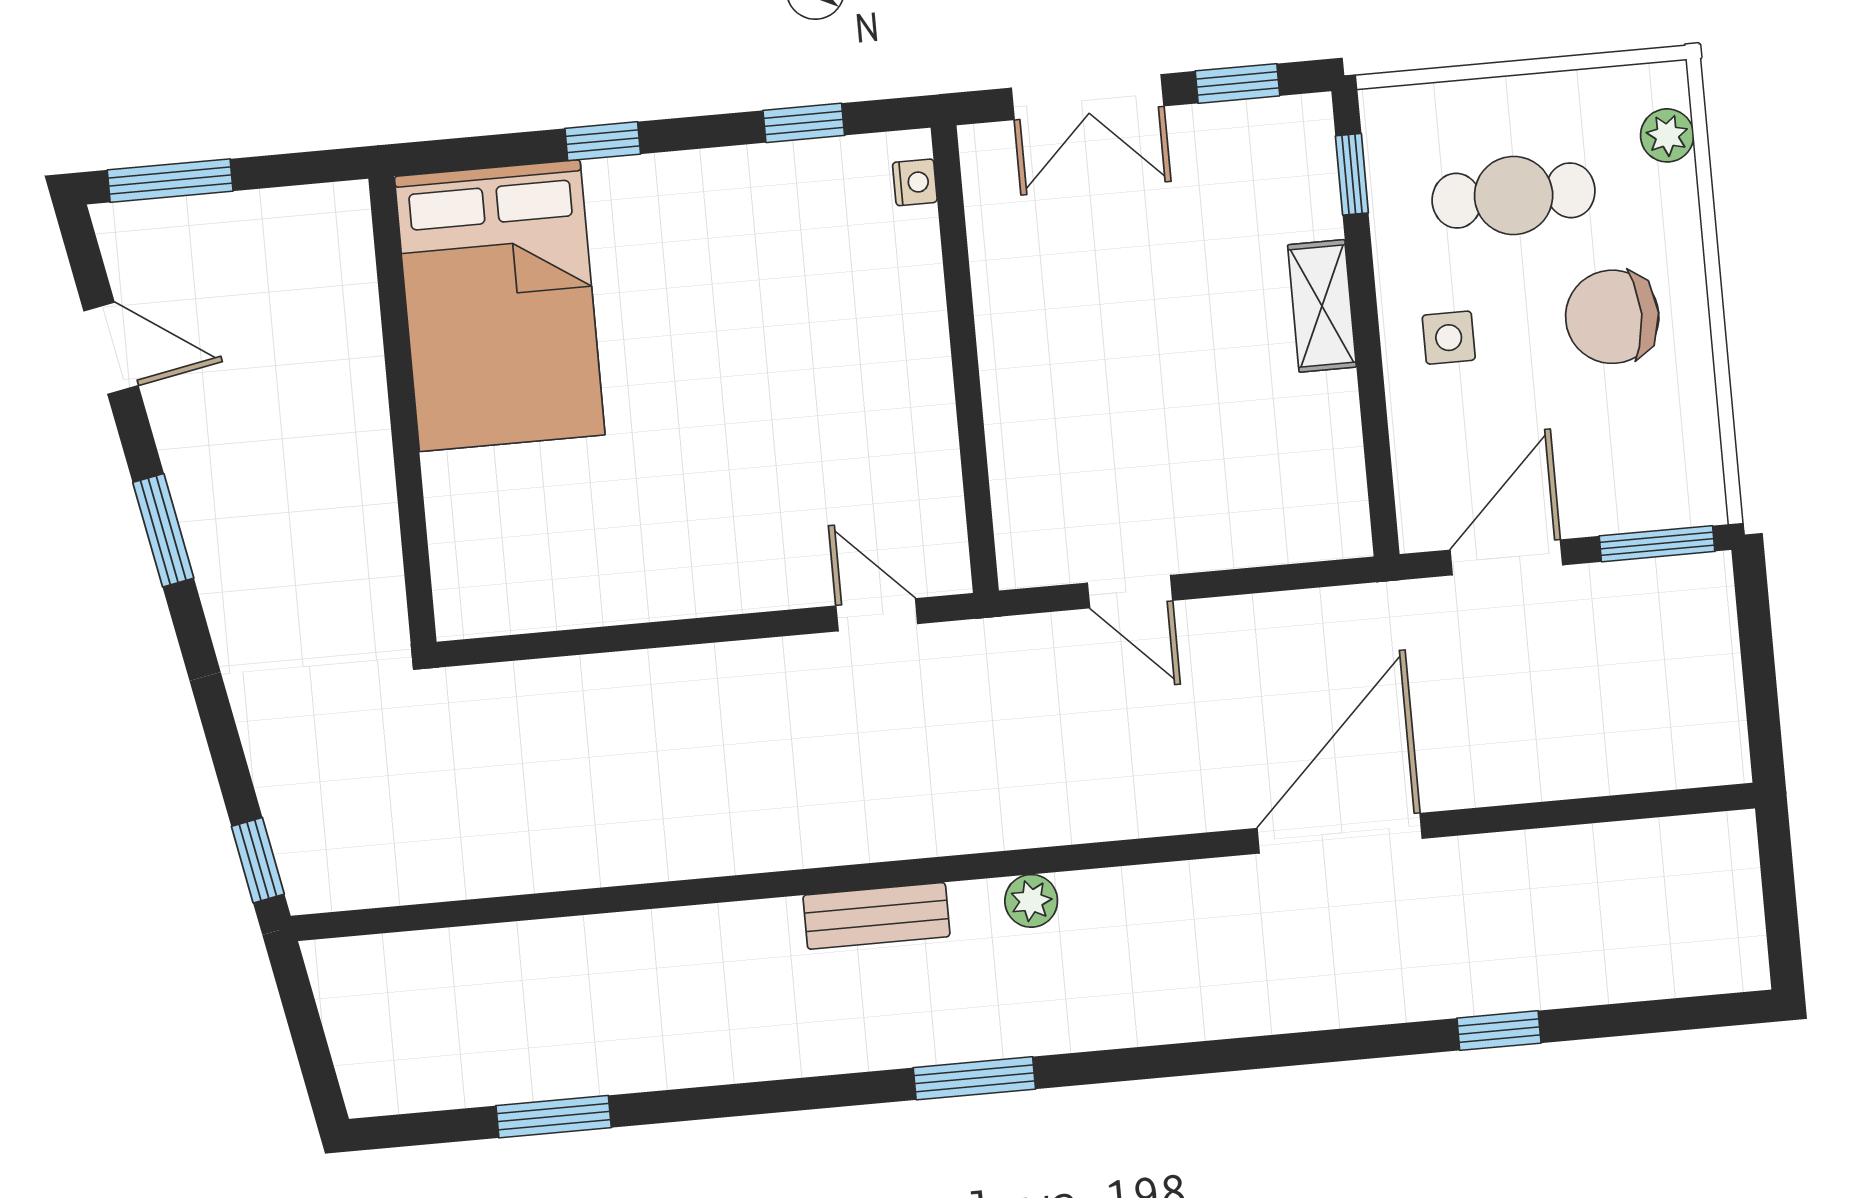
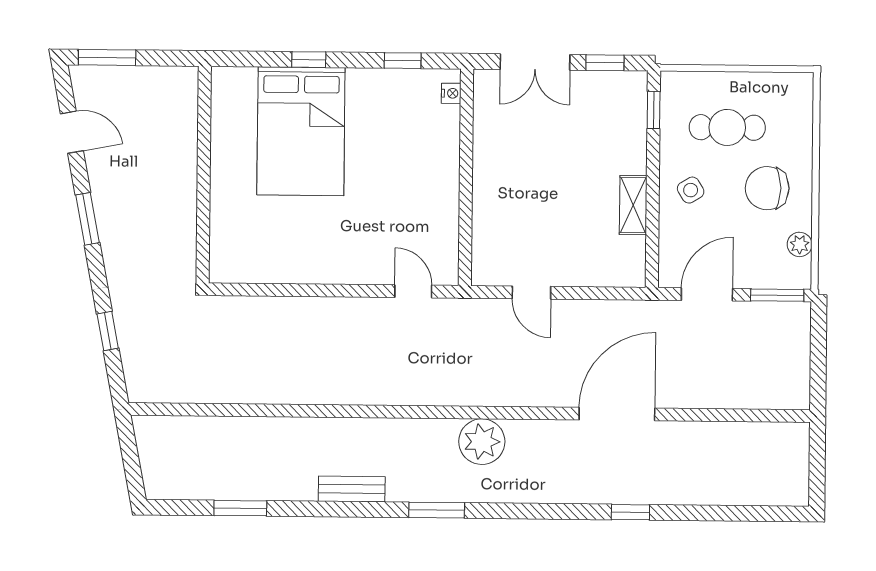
plant: (1667, 135) -> (800, 244), moved
bed: (500, 306) -> (301, 131), moved
shelving: (1322, 306) -> (633, 205), moved
side table: (1449, 338) -> (691, 190), turned -31
window: (258, 860) -> (108, 331), moved
plant: (1031, 901) -> (482, 442), width x1.88, depth x1.88
bench: (876, 916) -> (352, 489), moved
window: (1499, 1031) -> (630, 512), moved

